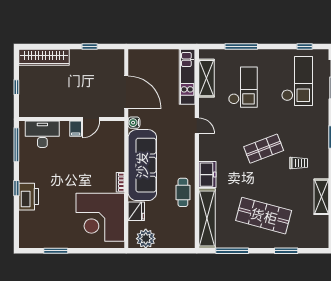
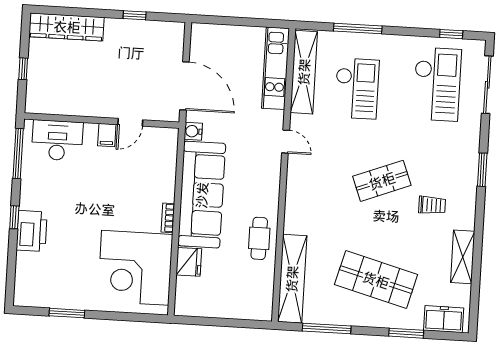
shelving: (206, 78) -> (304, 72), width x1.47
freezer: (207, 175) -> (444, 319), moved, turned -90
plant: (146, 239) -> (200, 303), removed

